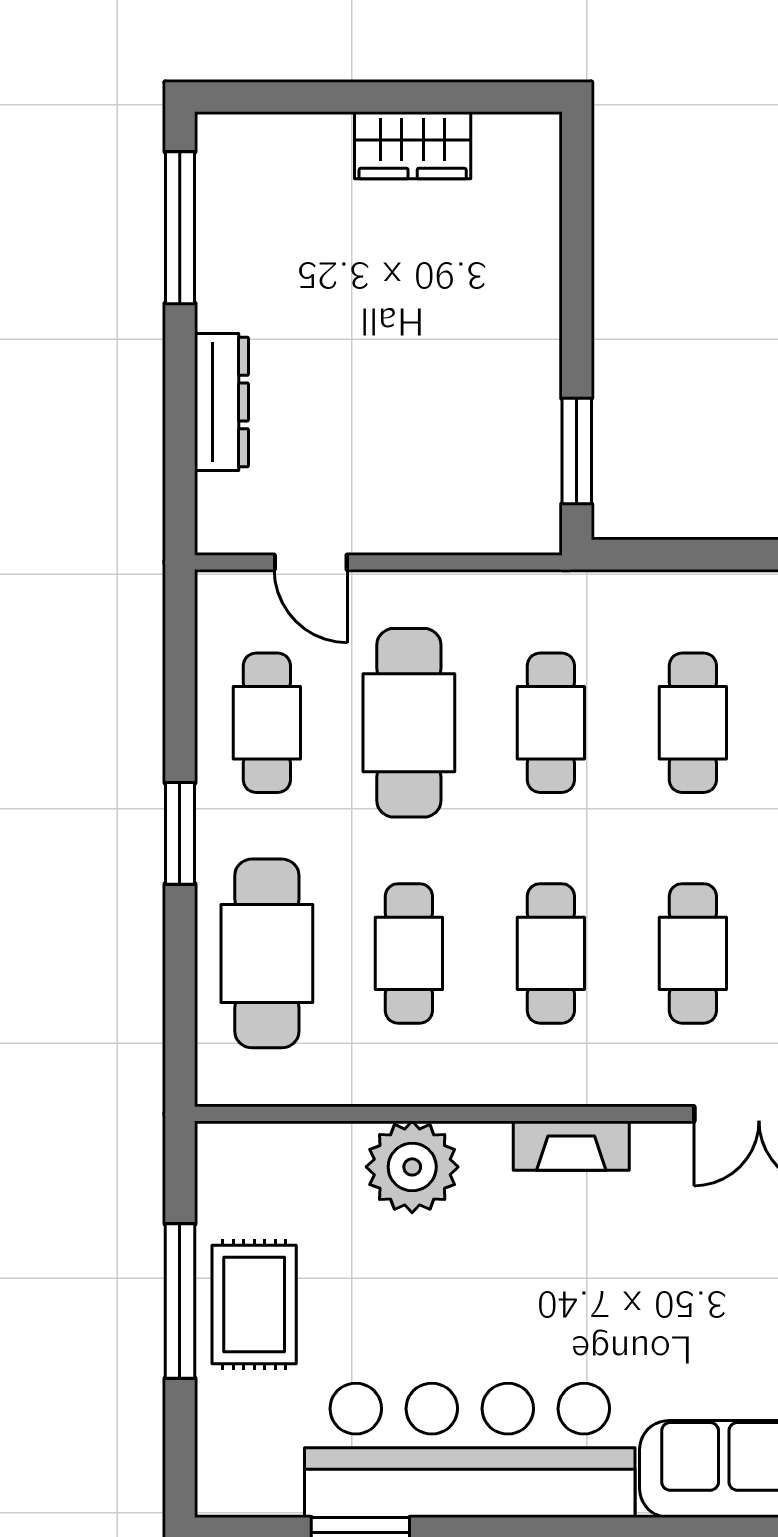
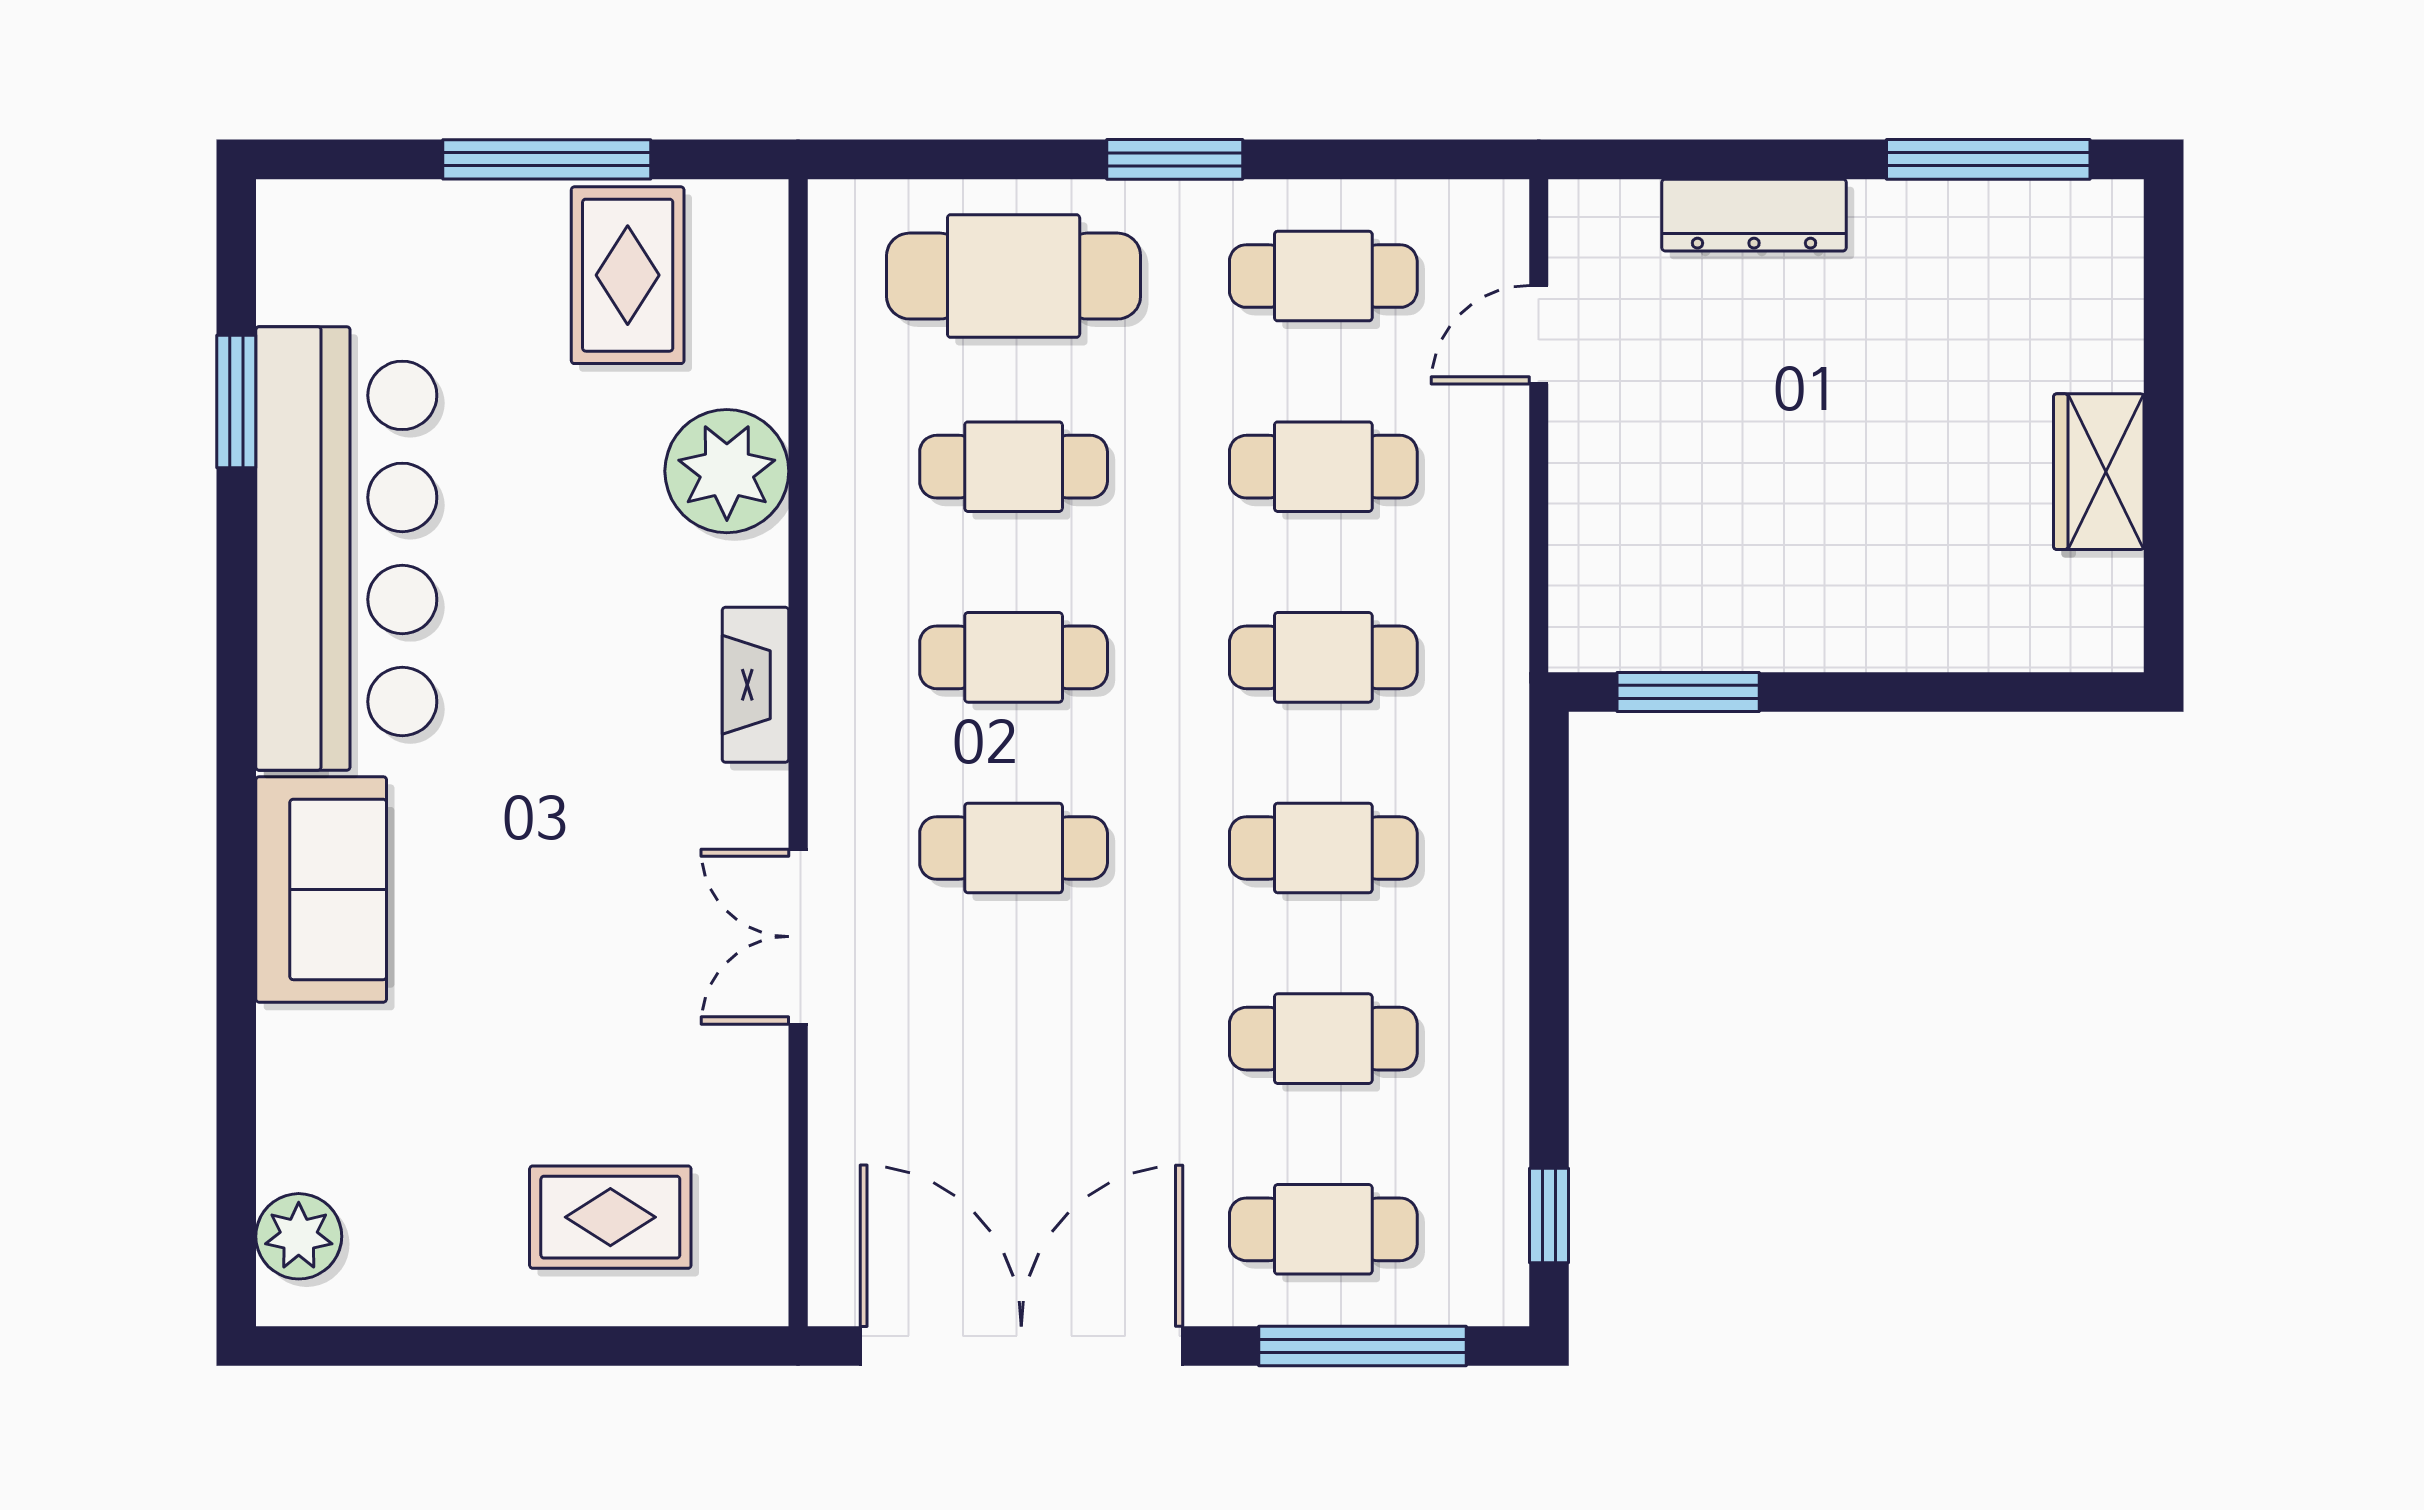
cafe table: (409, 723) -> (1323, 467), width x0.73, depth x0.74
rug: (254, 1304) -> (628, 275), moved, turned 90

